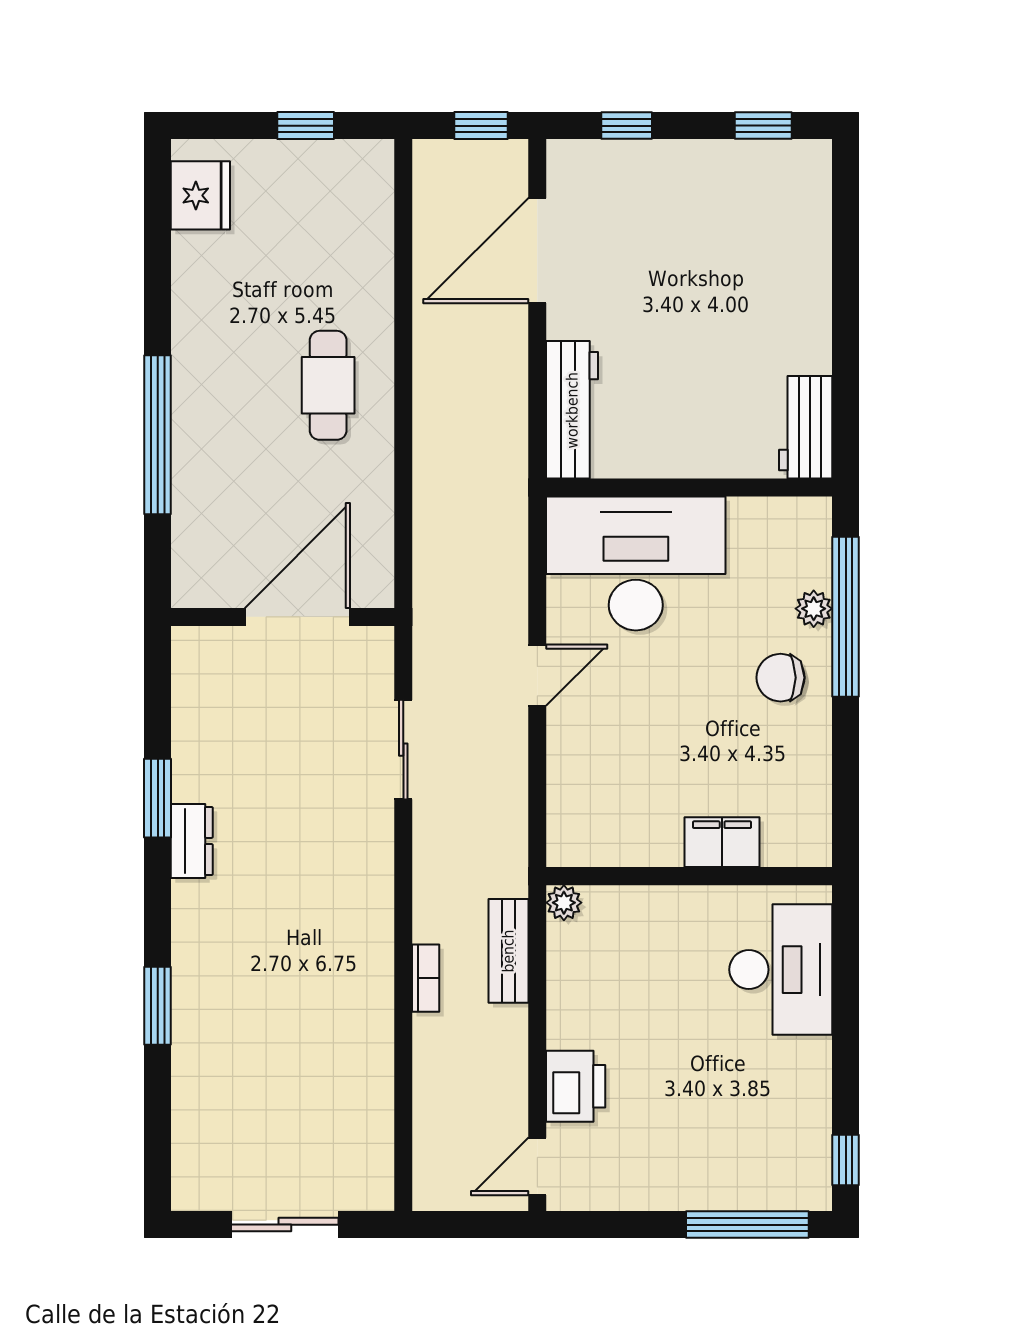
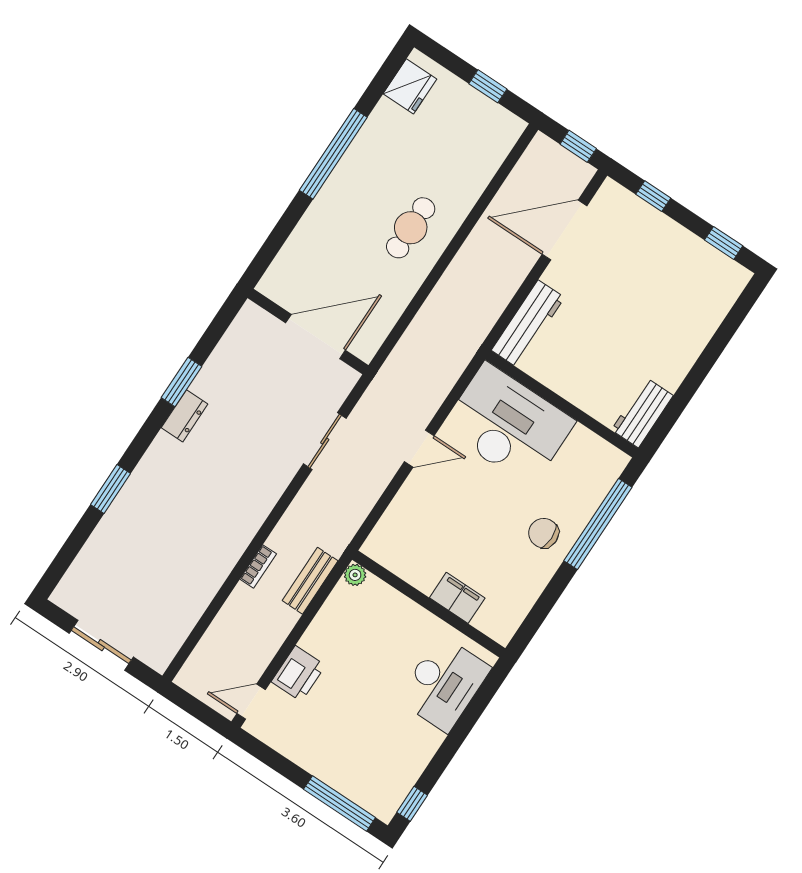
window: (158, 435) -> (333, 154), moved
plant: (814, 609) -> (584, 509), removed

